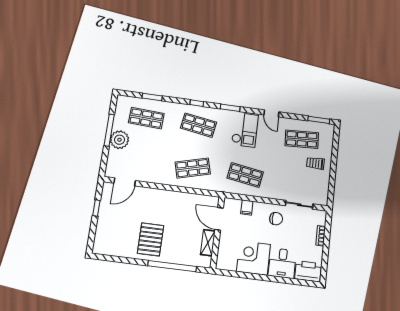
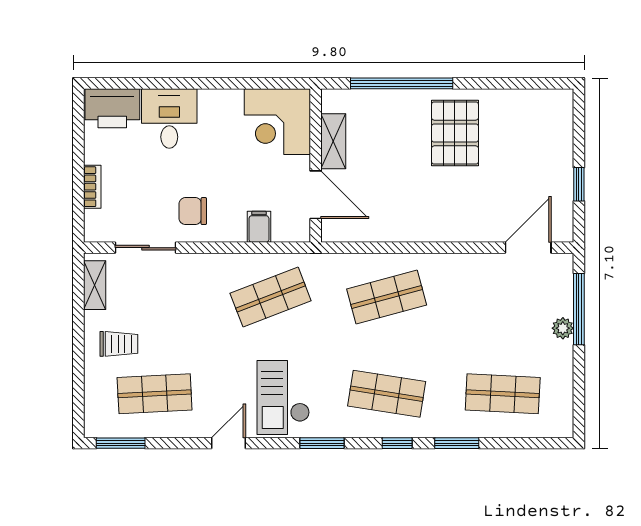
window: (152, 97) -> (457, 443), moved
door: (271, 113) -> (228, 443), hinge flipped
window: (109, 130) -> (579, 309), moved
plant: (119, 140) -> (563, 328), width x0.53, depth x0.53
shop shelf: (245, 175) -> (271, 297), turned -30
shelving: (324, 191) -> (95, 285), added
corner desk: (253, 258) -> (277, 122), moved, turned 90

